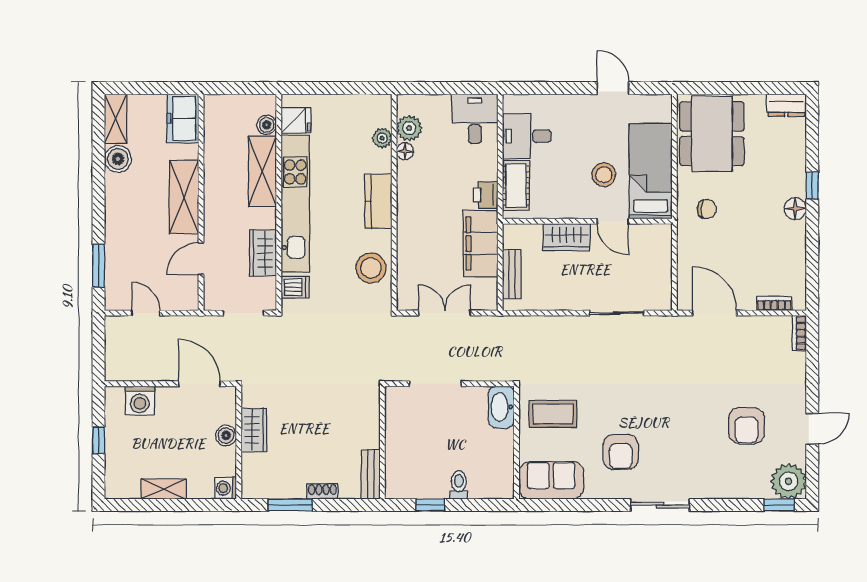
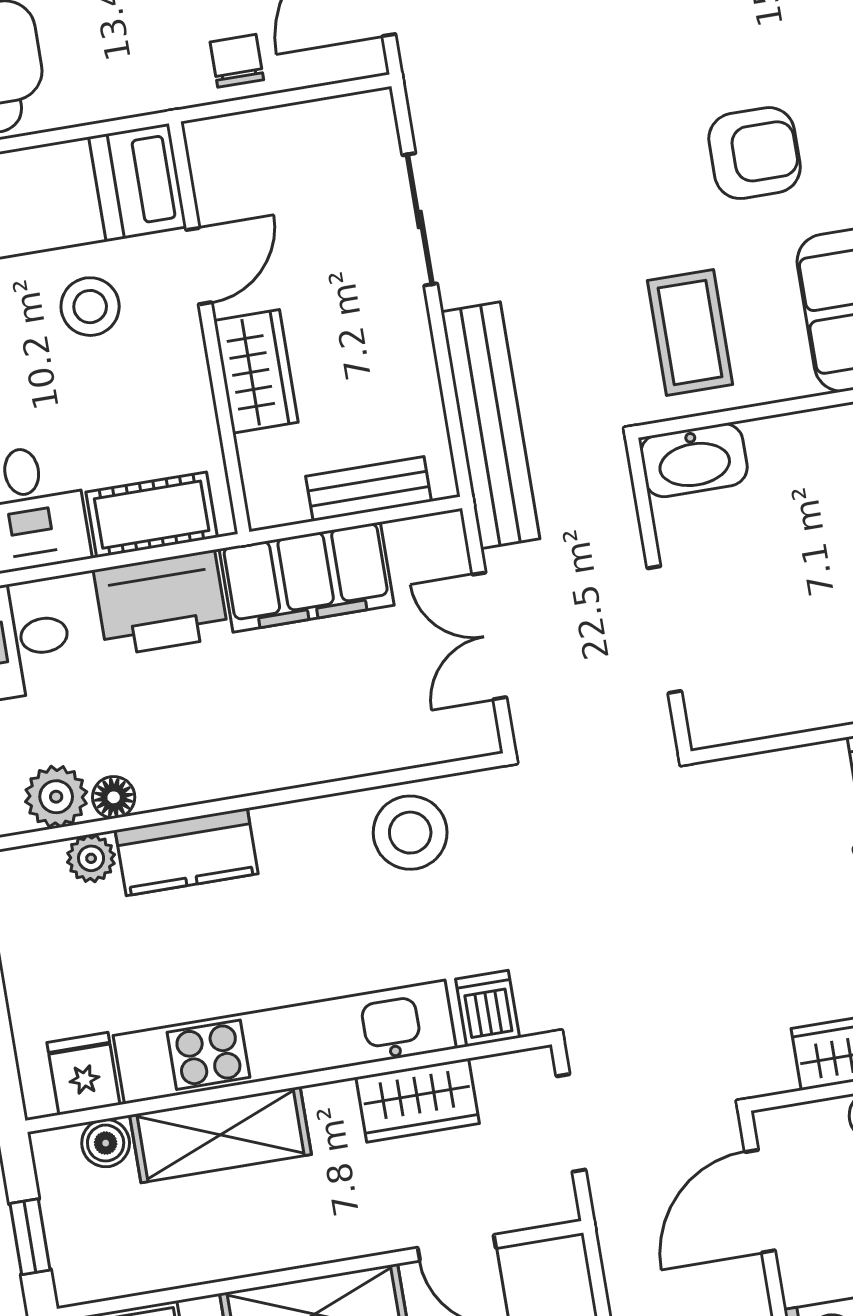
window: (234, 88) -> (30, 1237), added
printer: (486, 195) -> (161, 603), width x1.87, depth x1.48
kitchen counter: (378, 201) -> (187, 852), moved
chair: (707, 209) -> (237, 61), moved
bench: (529, 328) -> (490, 425), added

